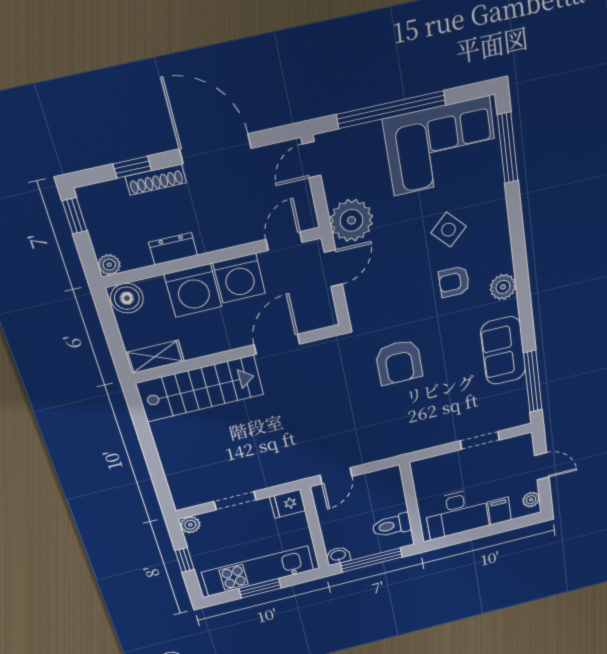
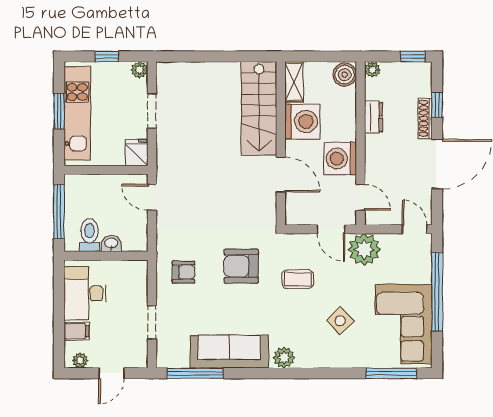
armchair: (454, 282) -> (184, 272), moved, turned 90
washing machine: (193, 291) -> (302, 121), moved, turned 180
coffee table: (404, 294) -> (298, 279), added
sofa: (503, 351) -> (229, 352), width x1.36
washbasin: (338, 556) -> (111, 244), moved, turned -90

